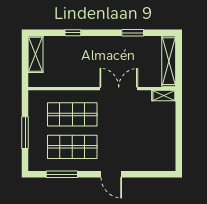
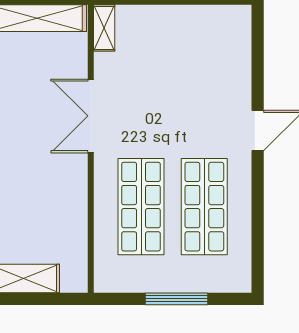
window: (62, 174) -> (258, 227), removed

